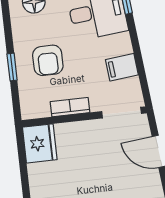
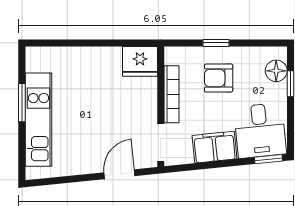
filing cabinet: (122, 67) -> (215, 147), width x2.00
bookcase: (70, 107) -> (171, 94), width x1.56

